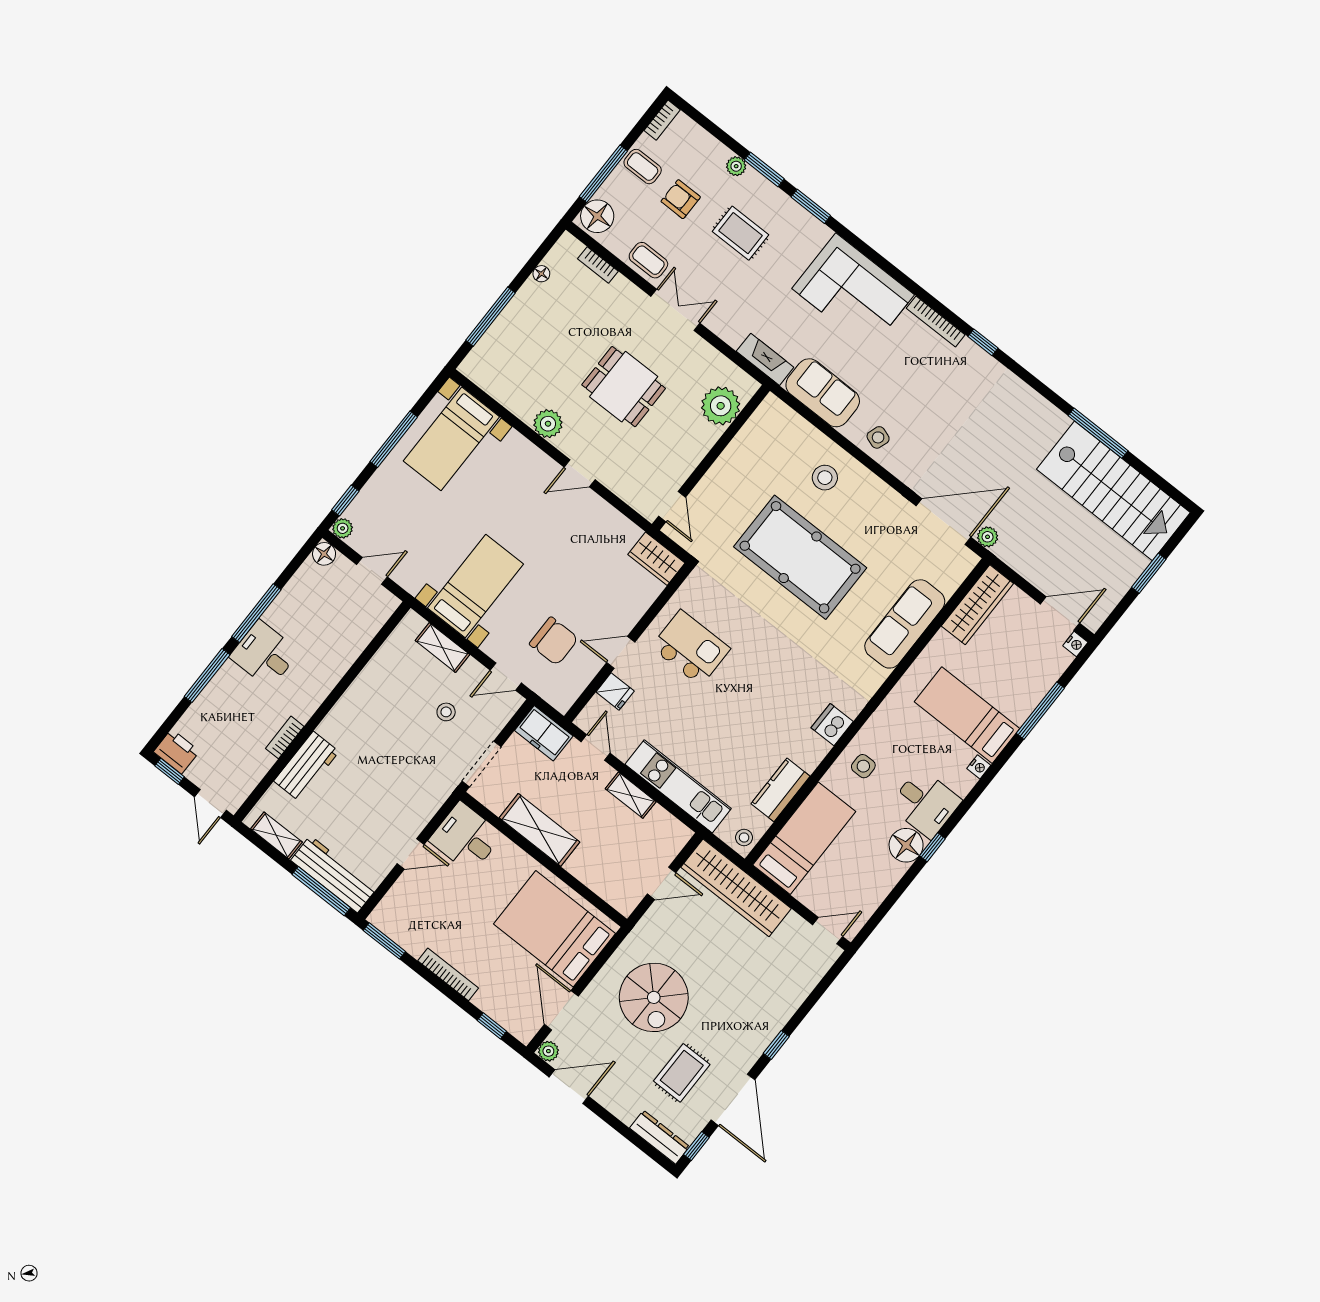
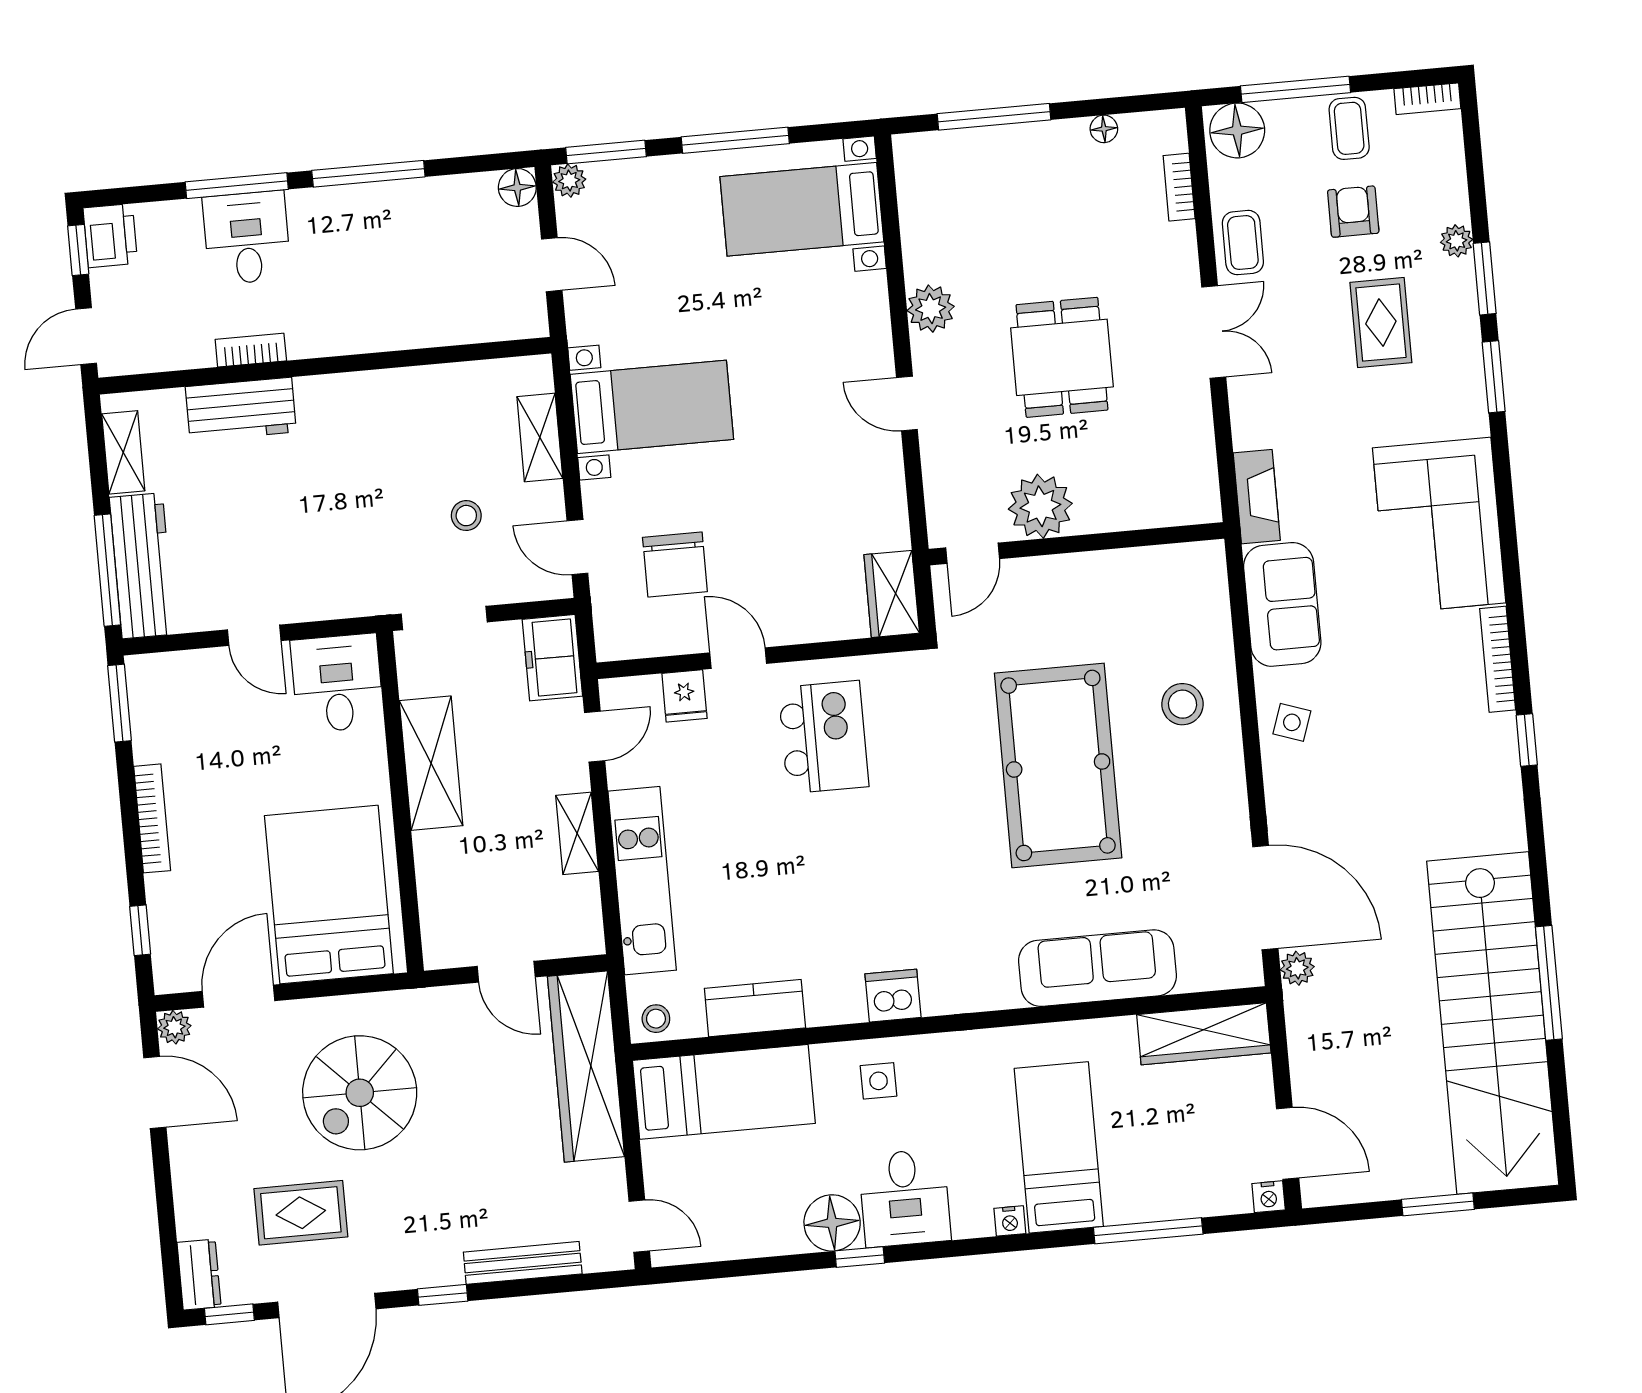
plant: (721, 406) -> (1040, 506), moved
stairs: (1113, 491) -> (1493, 1023), width x1.36
window: (345, 500) -> (606, 152), width x1.50
desk: (264, 654) -> (247, 238), moved
bench: (795, 997) -> (523, 1263), added
dresser: (660, 1137) -> (199, 1275), width x0.70

